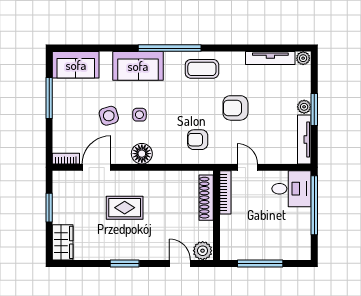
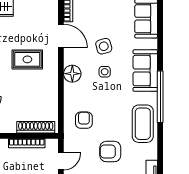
coffee table: (202, 69) -> (143, 124), width x1.36, depth x1.32
armchair: (235, 108) -> (110, 152), turned -90
bookcase: (225, 192) -> (27, 143), moved
rug: (125, 208) -> (27, 59), turned 90

